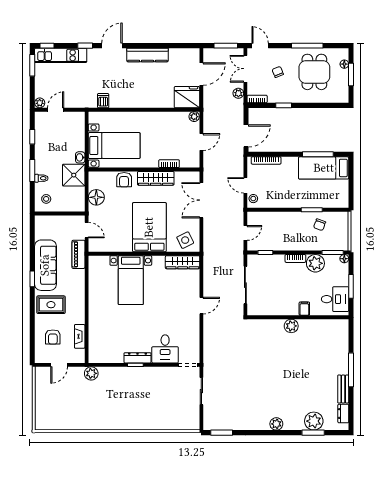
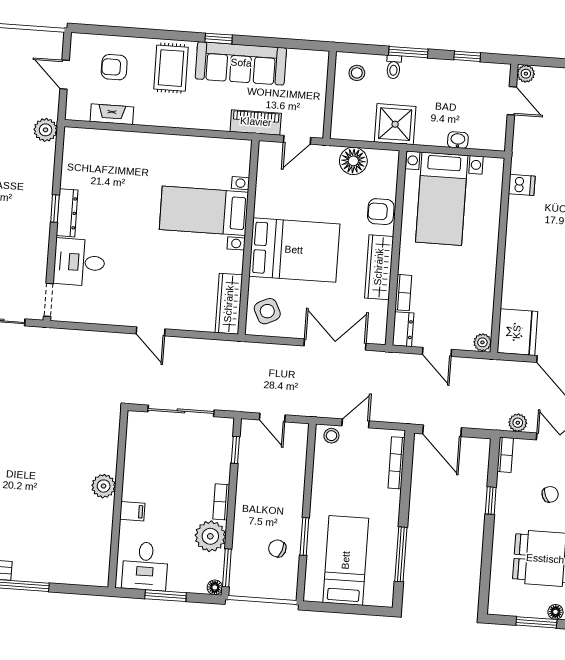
washbasin: (80, 157) -> (458, 140), moved
dresser: (190, 162) -> (403, 329), added
bed: (324, 168) -> (346, 560), moved

